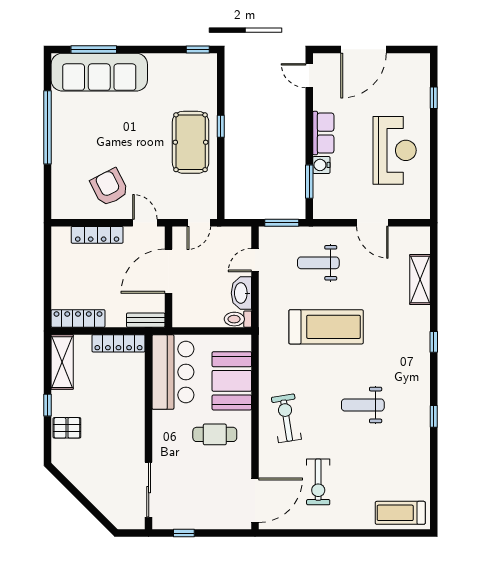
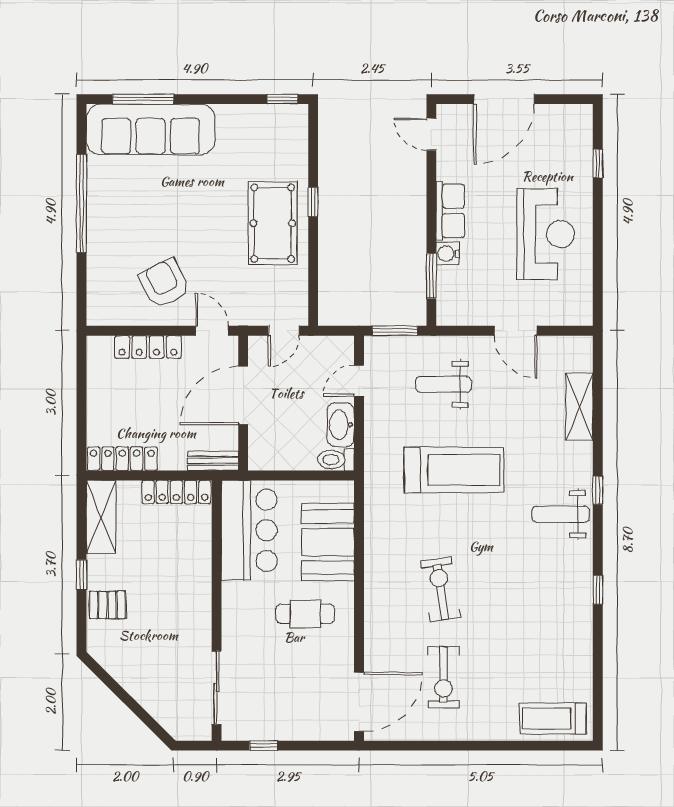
weight bench: (363, 405) -> (561, 514), moved
exercise bike: (286, 418) -> (441, 589), moved

